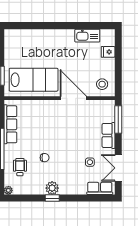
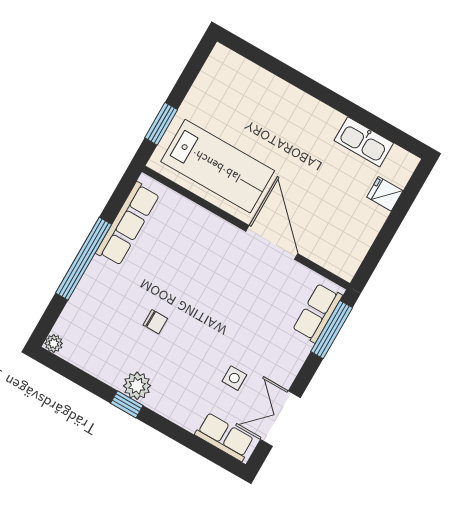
stool: (102, 84) -> (340, 247), removed
row of seats: (108, 135) -> (317, 313), moved
wheelchair: (20, 167) -> (100, 313), removed

